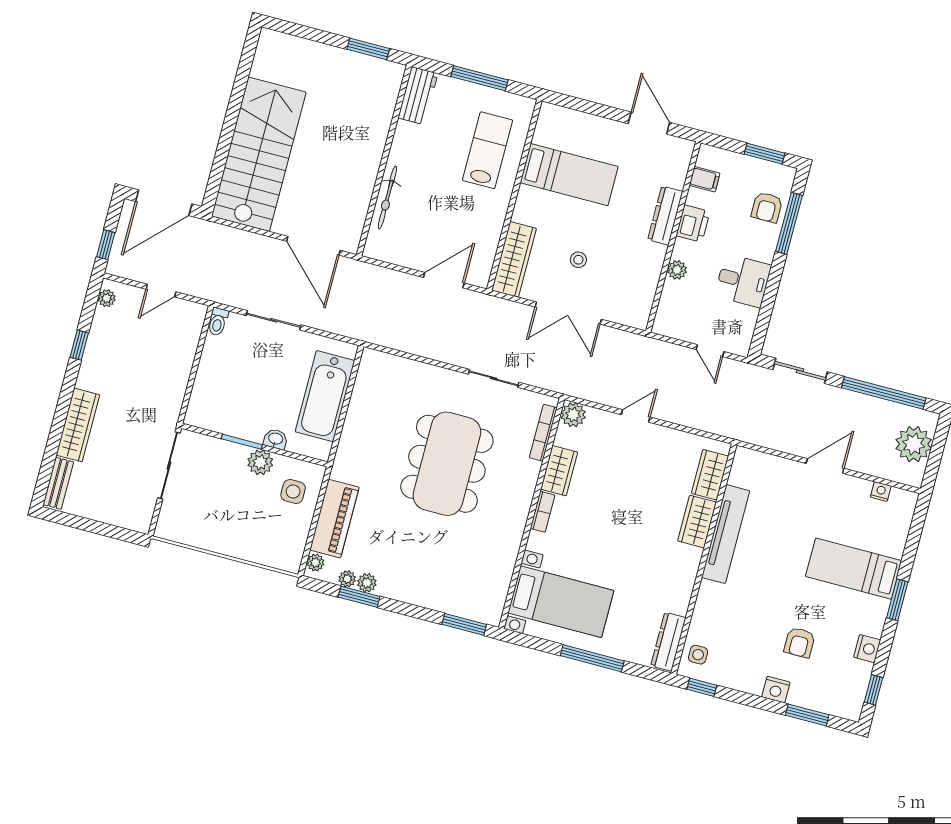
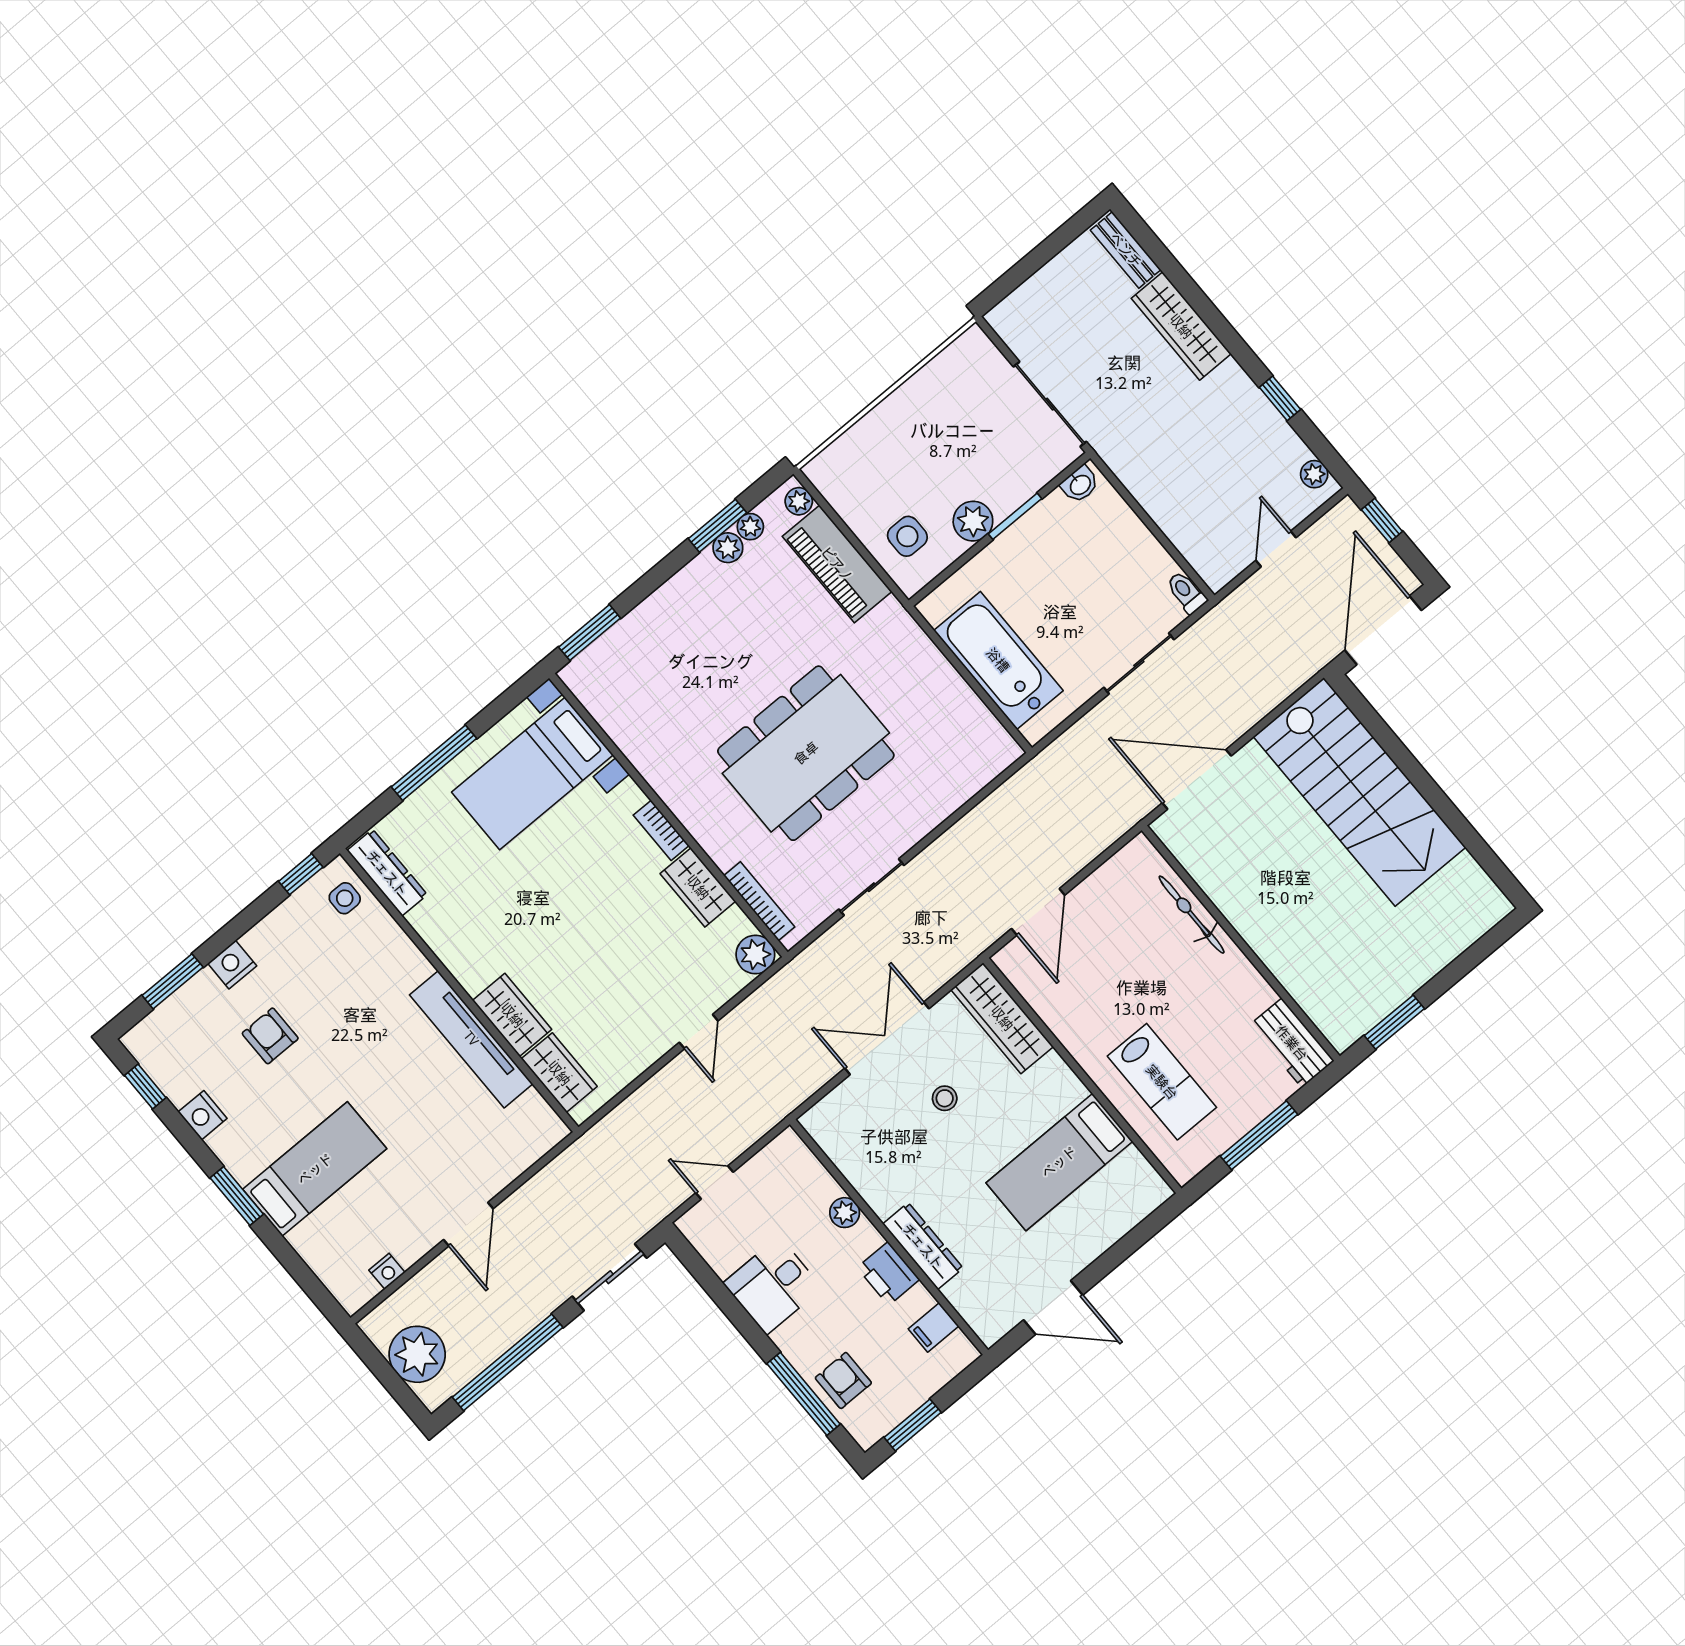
washbasin: (276, 439) -> (1080, 484), moved
dining table: (447, 464) -> (806, 753), turned 90

